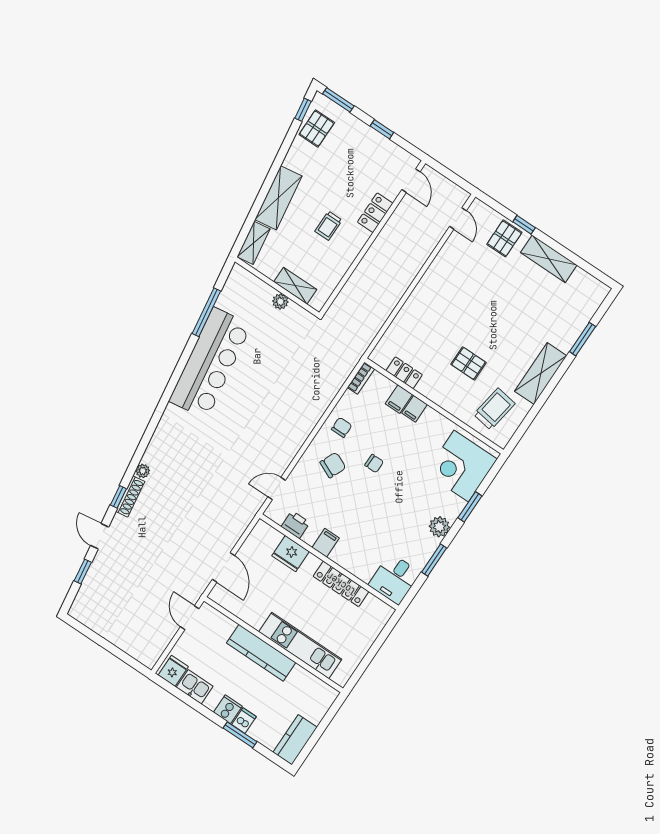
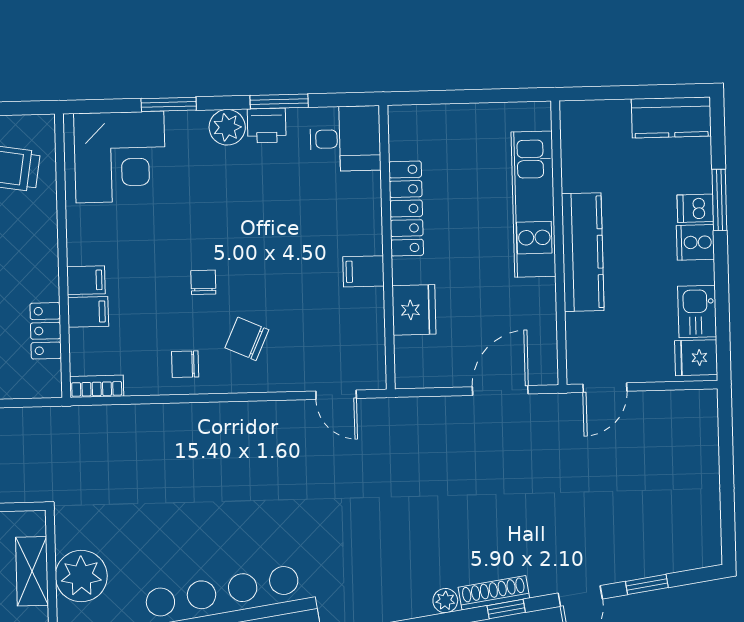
plant: (280, 302) -> (81, 576), width x1.87, depth x1.87
printer: (295, 525) -> (267, 125), moved, turned -90

